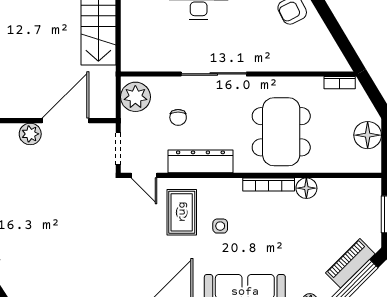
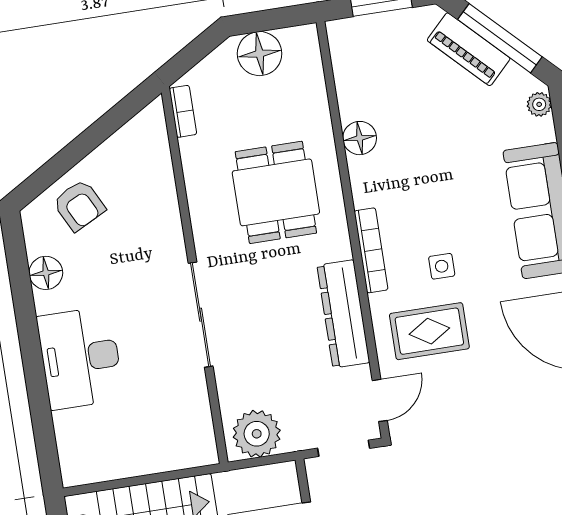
chair: (178, 117) -> (279, 361), removed
dining table: (281, 132) -> (276, 192), width x0.73
bookcase: (269, 184) -> (371, 250), moved

